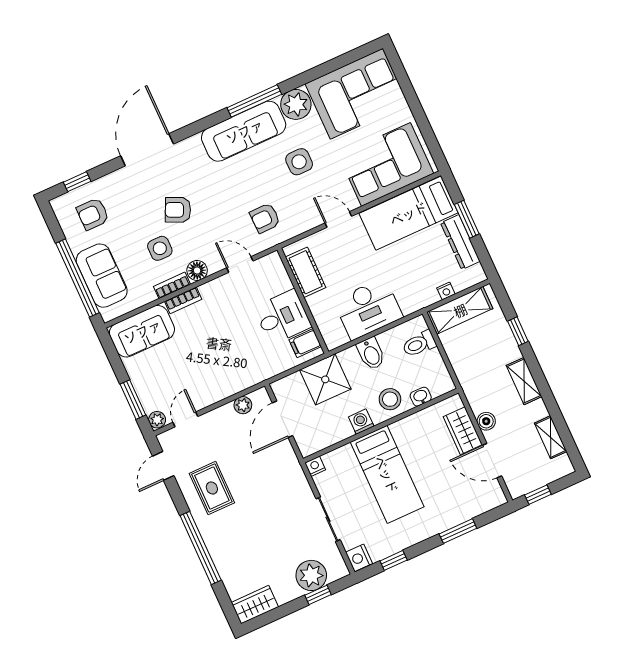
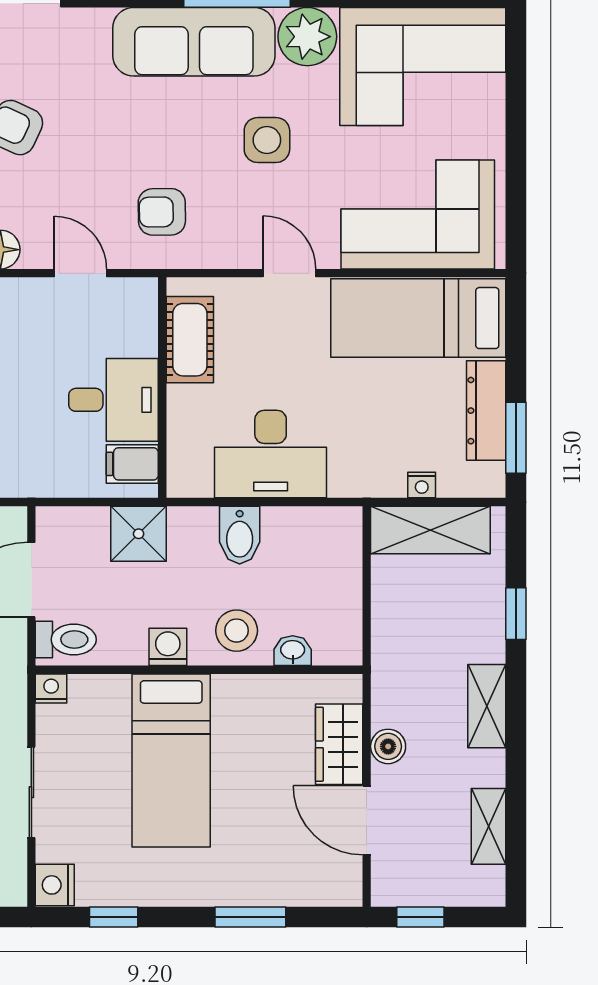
window: (467, 219) -> (516, 438), moved
toilet: (419, 344) -> (66, 640), moved, turned 180
shower: (325, 379) -> (139, 534), width x0.73, depth x0.73

